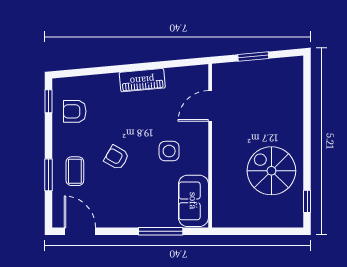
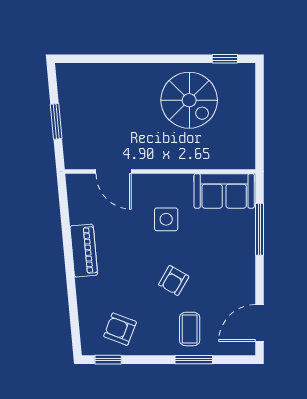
armchair: (75, 111) -> (120, 329), turned 111
coffee table: (75, 171) -> (190, 329), turned 90
spiral stairs: (271, 171) -> (189, 100), turned -90

